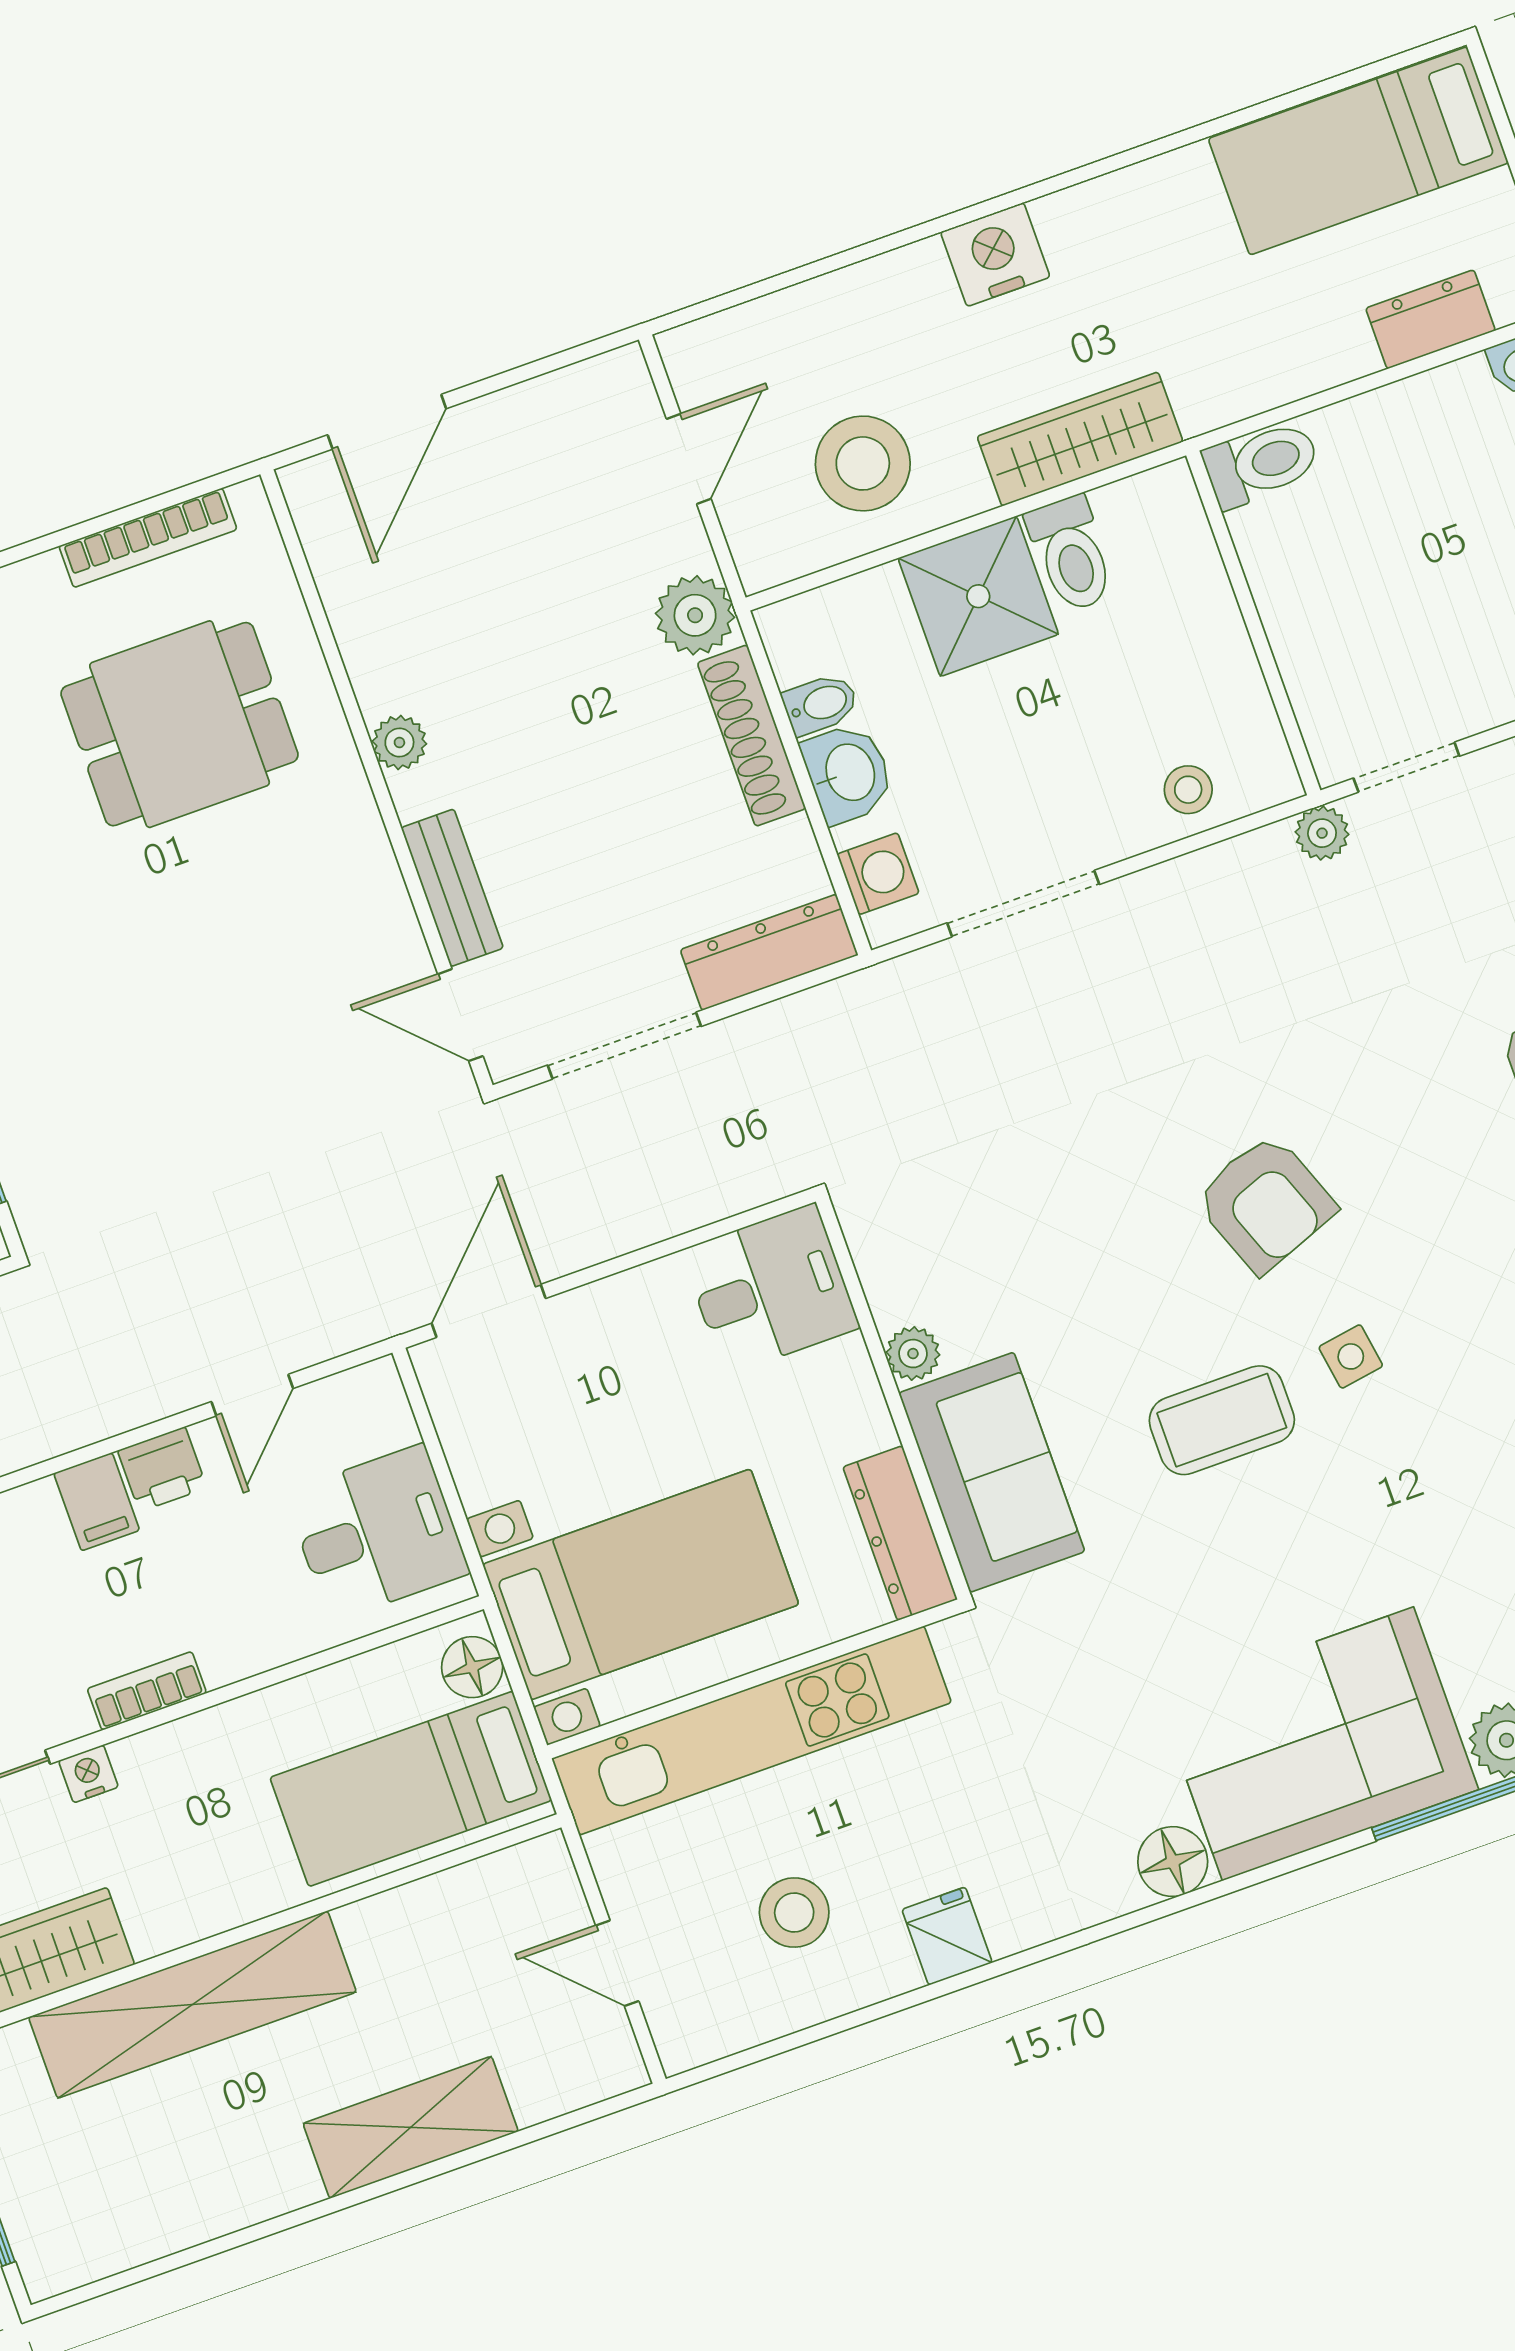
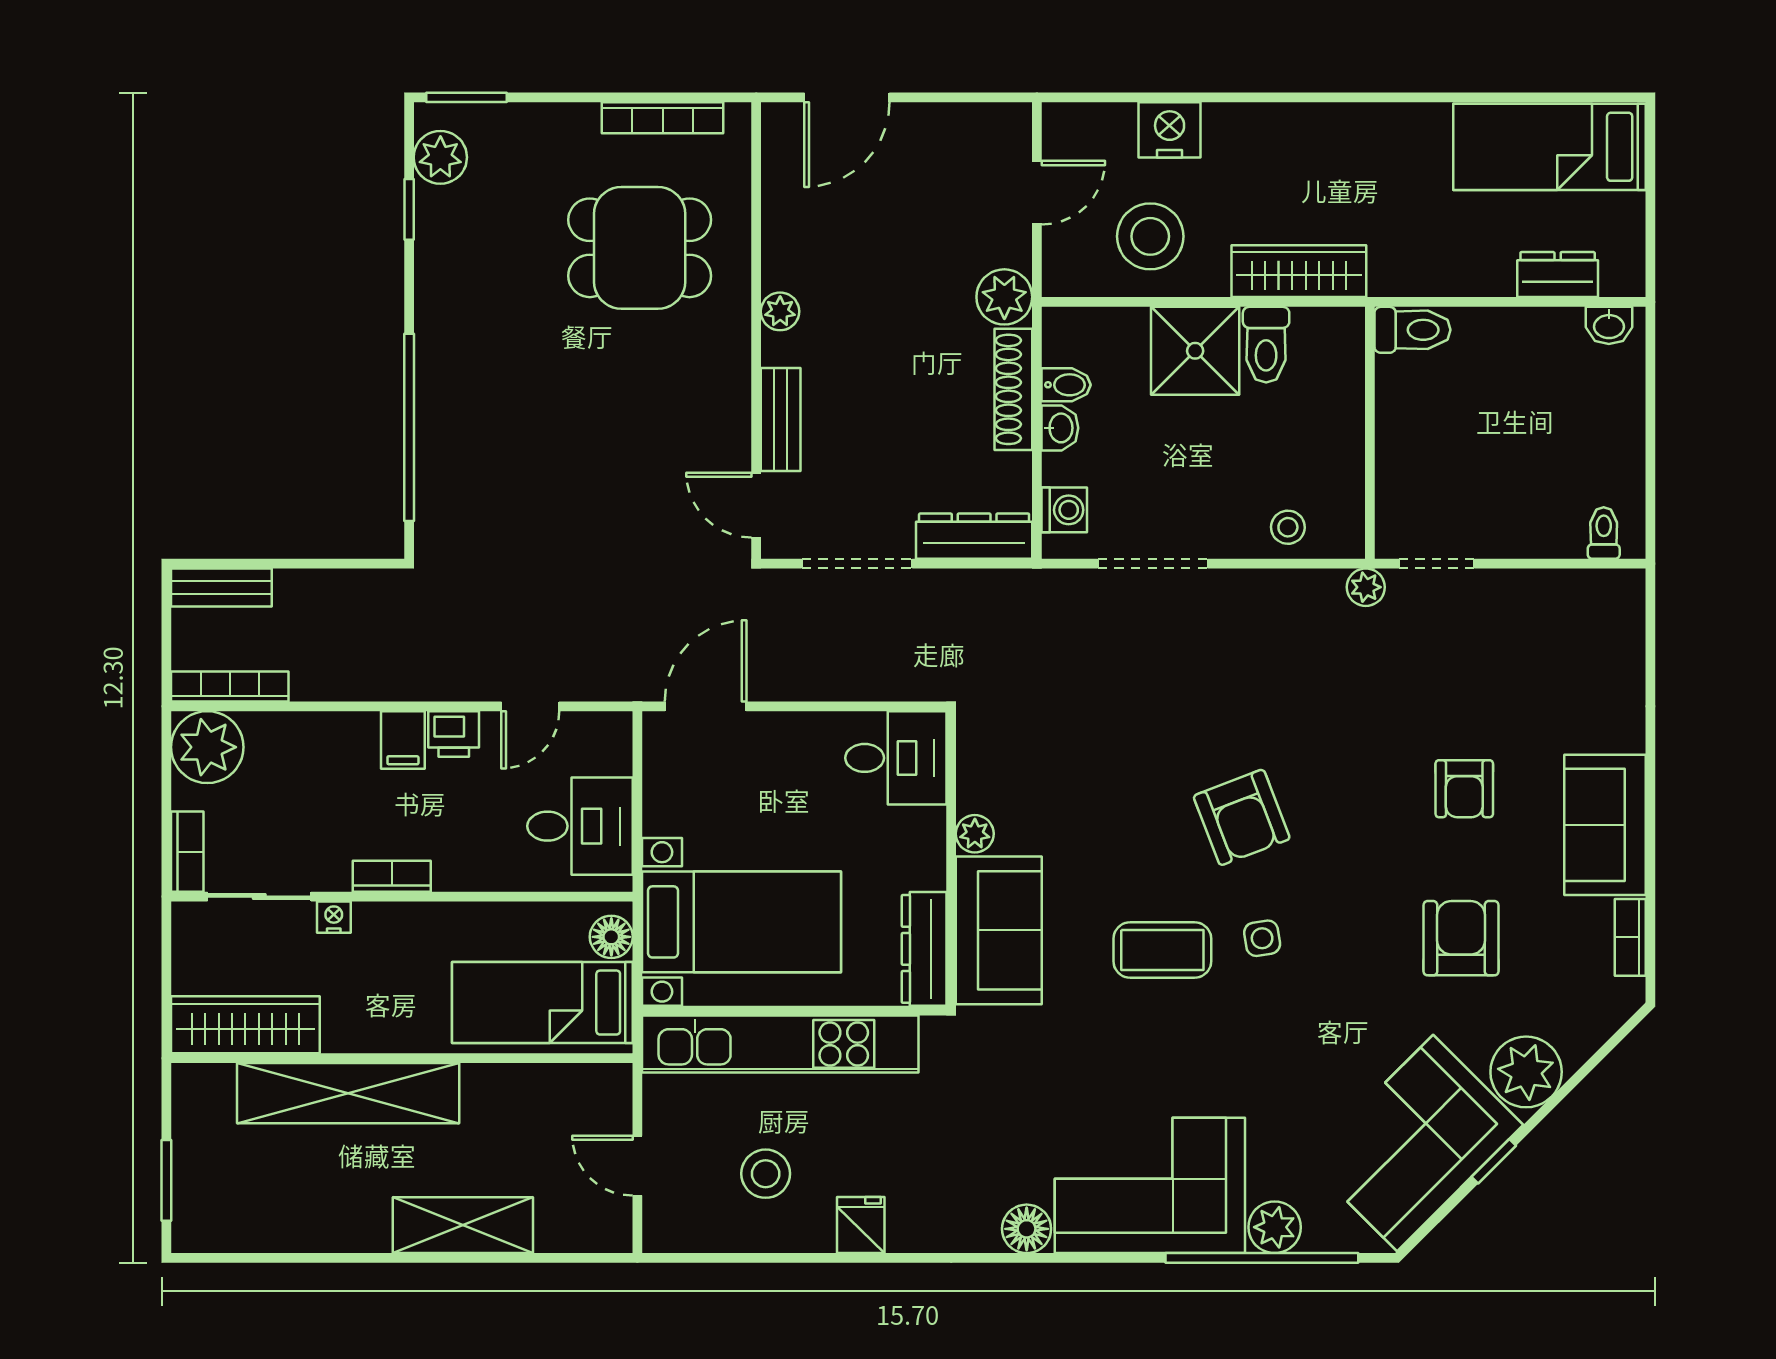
nightstand: (995, 255) -> (1170, 130), moved
washbasin: (848, 773) -> (1060, 428), width x0.72, depth x0.69

